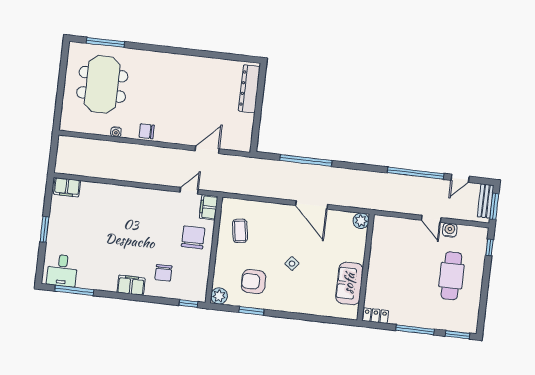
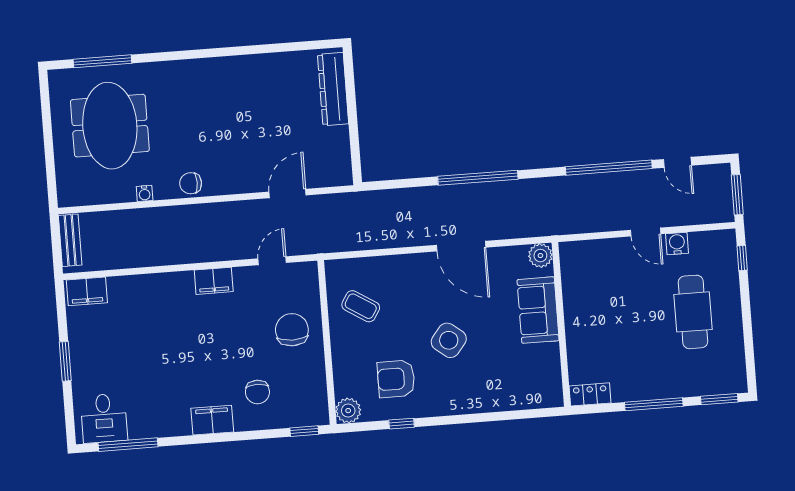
window: (306, 160) -> (478, 178), moved
door: (460, 178) -> (678, 162), hinge flipped
bench: (486, 201) -> (70, 240), moved
filing cabinet: (209, 207) -> (214, 281), moved, turned -90
coffee table: (240, 231) -> (361, 306), turned -49
side table: (292, 264) -> (449, 340), width x1.87, depth x1.87
sofa: (349, 283) -> (538, 310), moved
window: (251, 311) -> (402, 424), width x0.67

